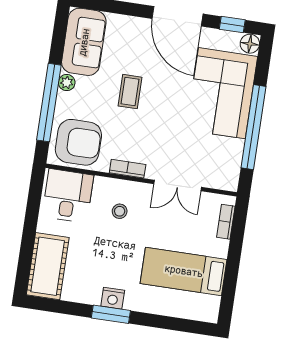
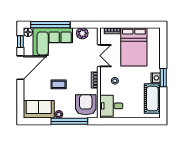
window: (253, 127) -> (50, 25), moved
plant: (230, 158) -> (82, 33), added
cot: (48, 266) -> (152, 98), moved, turned 90
bed: (184, 271) -> (134, 47), width x1.50

